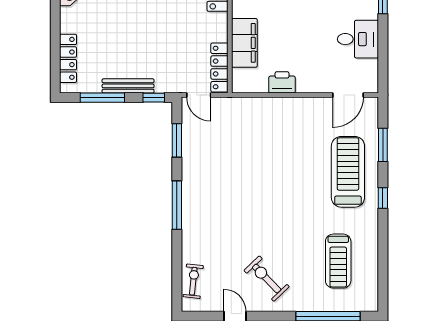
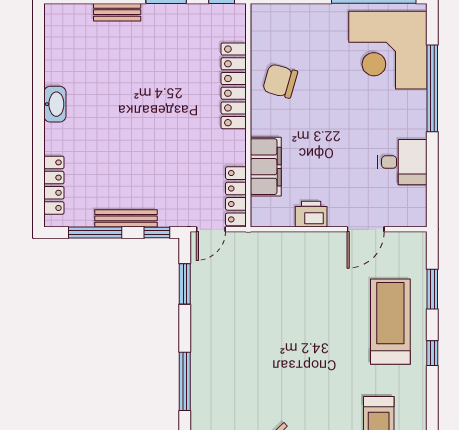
door: (199, 95) -> (211, 229), hinge flipped
door: (348, 95) -> (366, 229), moved
window: (177, 205) -> (185, 381), moved

